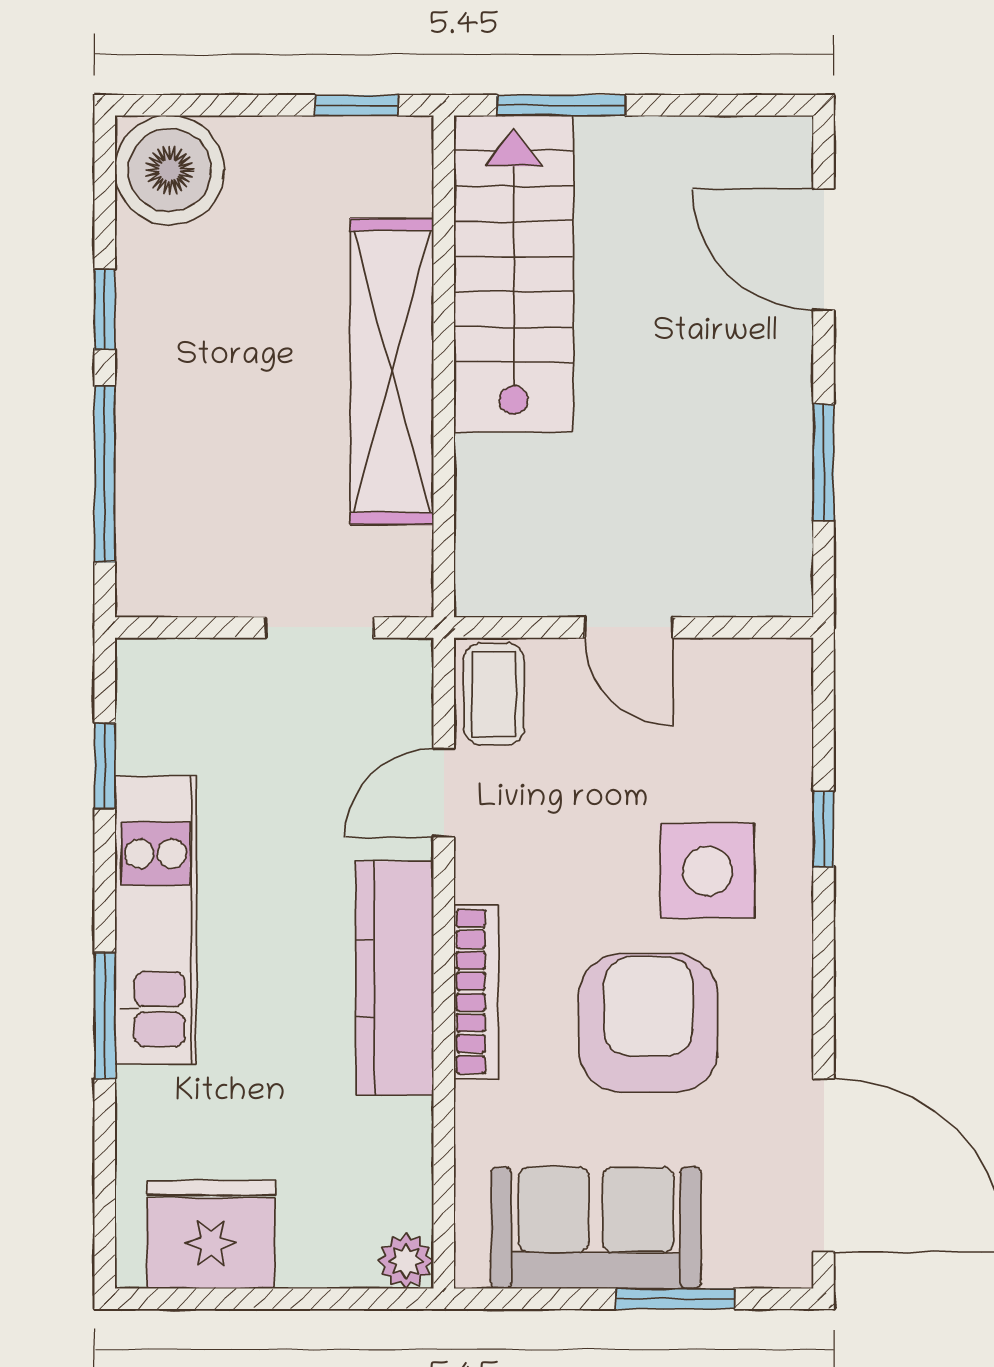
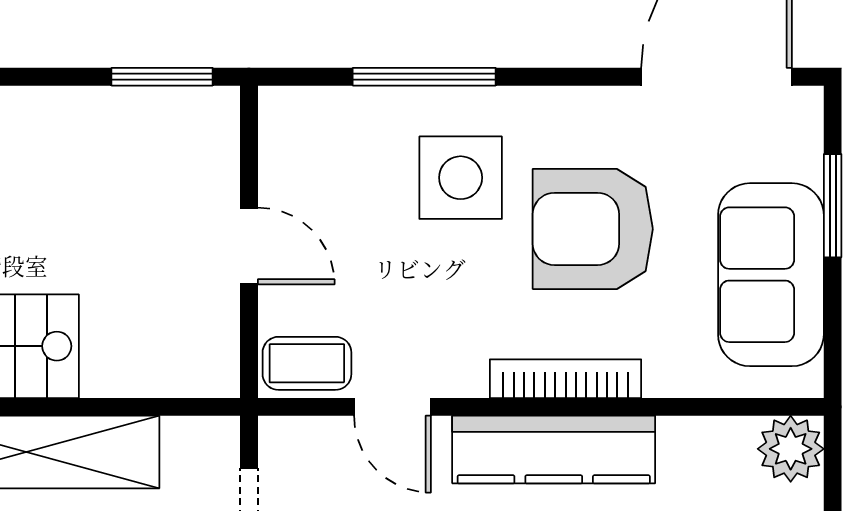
window: (824, 462) -> (162, 77), moved
door: (629, 627) -> (249, 246), hinge flipped
window: (824, 829) -> (424, 77), width x2.17
plant: (406, 1261) -> (791, 449), width x1.38, depth x1.38

